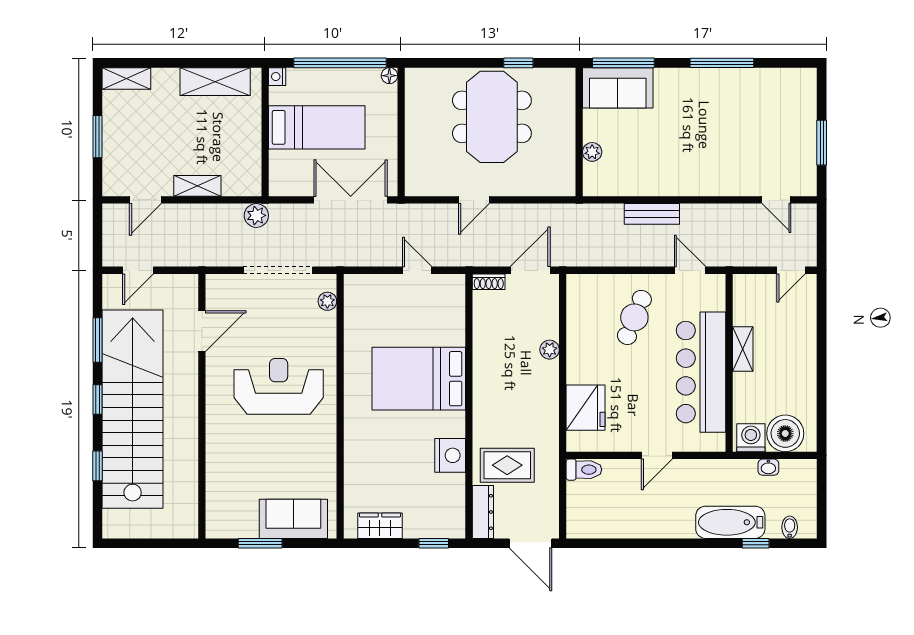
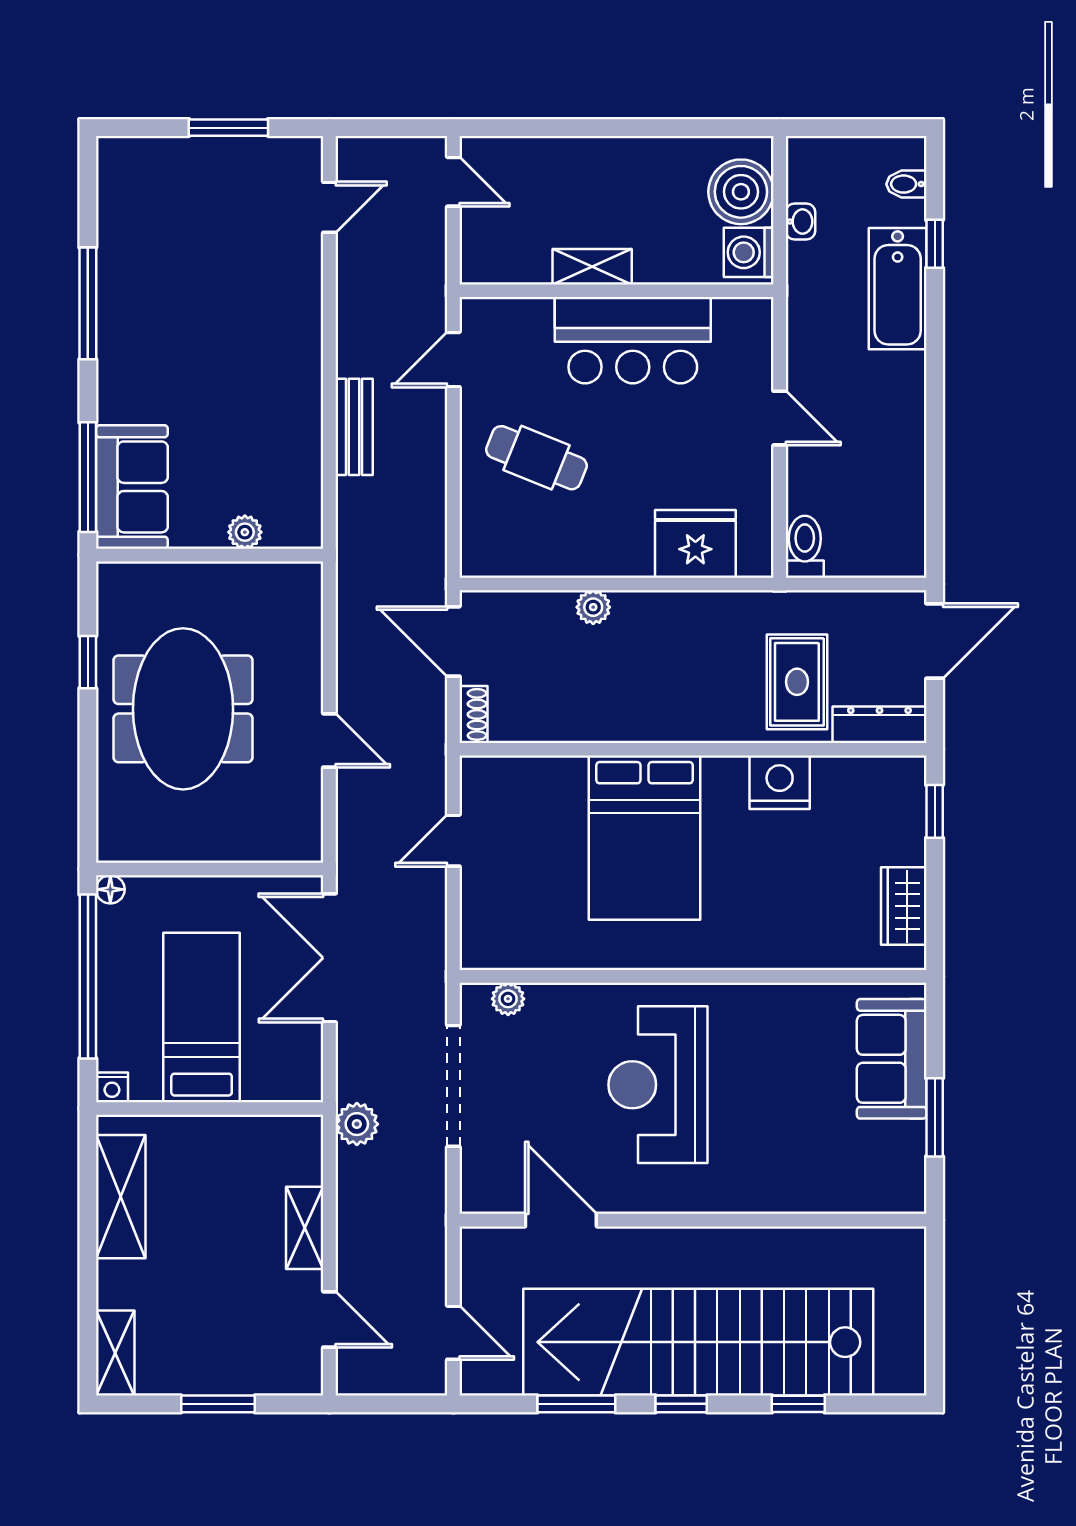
meeting table: (492, 117) -> (183, 709), turned 90
bar counter: (701, 372) -> (633, 340), width x0.73

